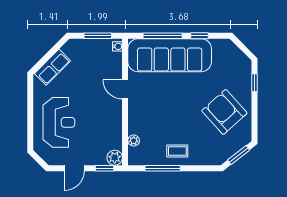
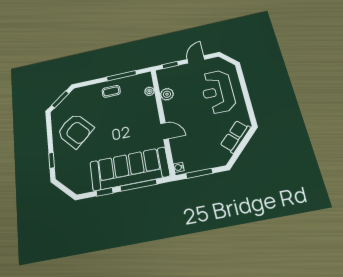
plant: (115, 158) -> (167, 94), moved

